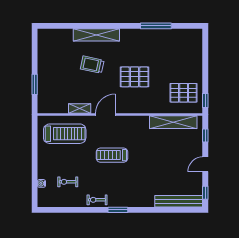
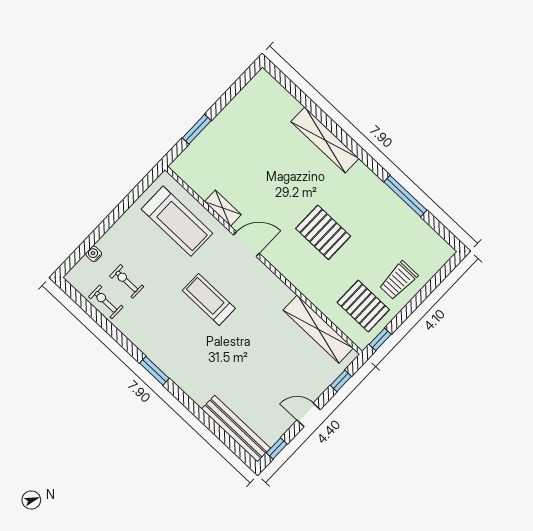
trolley: (92, 65) -> (398, 280), moved, turned -102
exercise bike: (97, 200) -> (106, 302), moved

